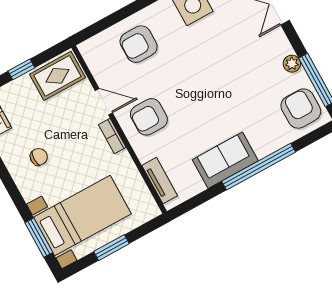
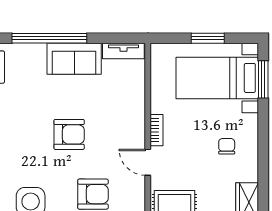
armchair: (149, 117) -> (69, 134), moved
chair: (39, 157) -> (227, 146), turned 90
tv unit: (160, 181) -> (123, 51), moved, turned -90

